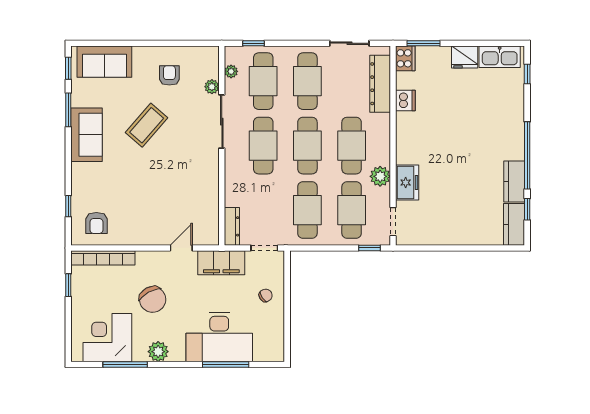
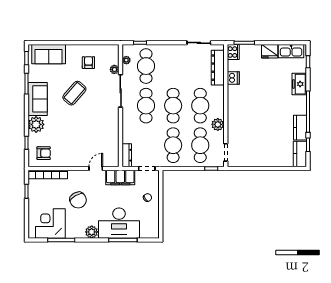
cafe table: (307, 81) -> (173, 66), removed
plant: (84, 176) -> (36, 124), added
freezer: (407, 183) -> (299, 84), moved, turned 180
armchair: (96, 223) -> (44, 153), turned -90
plant: (158, 352) -> (92, 232), moved

